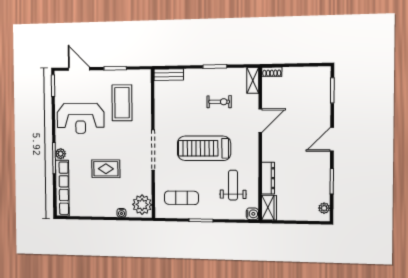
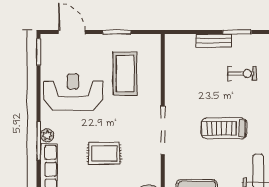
bench: (169, 75) -> (214, 41), moved
reception desk: (81, 118) -> (73, 92), turned 180
treadmill: (204, 148) -> (224, 128), width x0.73, depth x0.73

